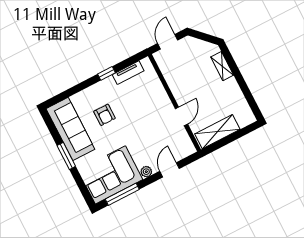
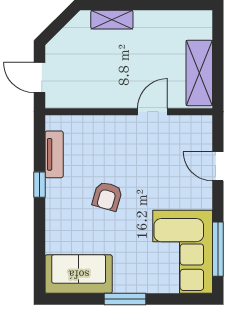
armchair: (105, 115) -> (107, 196), moved, turned 106
door: (181, 116) -> (153, 112), hinge flipped
sofa: (70, 129) -> (79, 274), width x0.73
plant: (146, 172) -> (204, 200), removed

